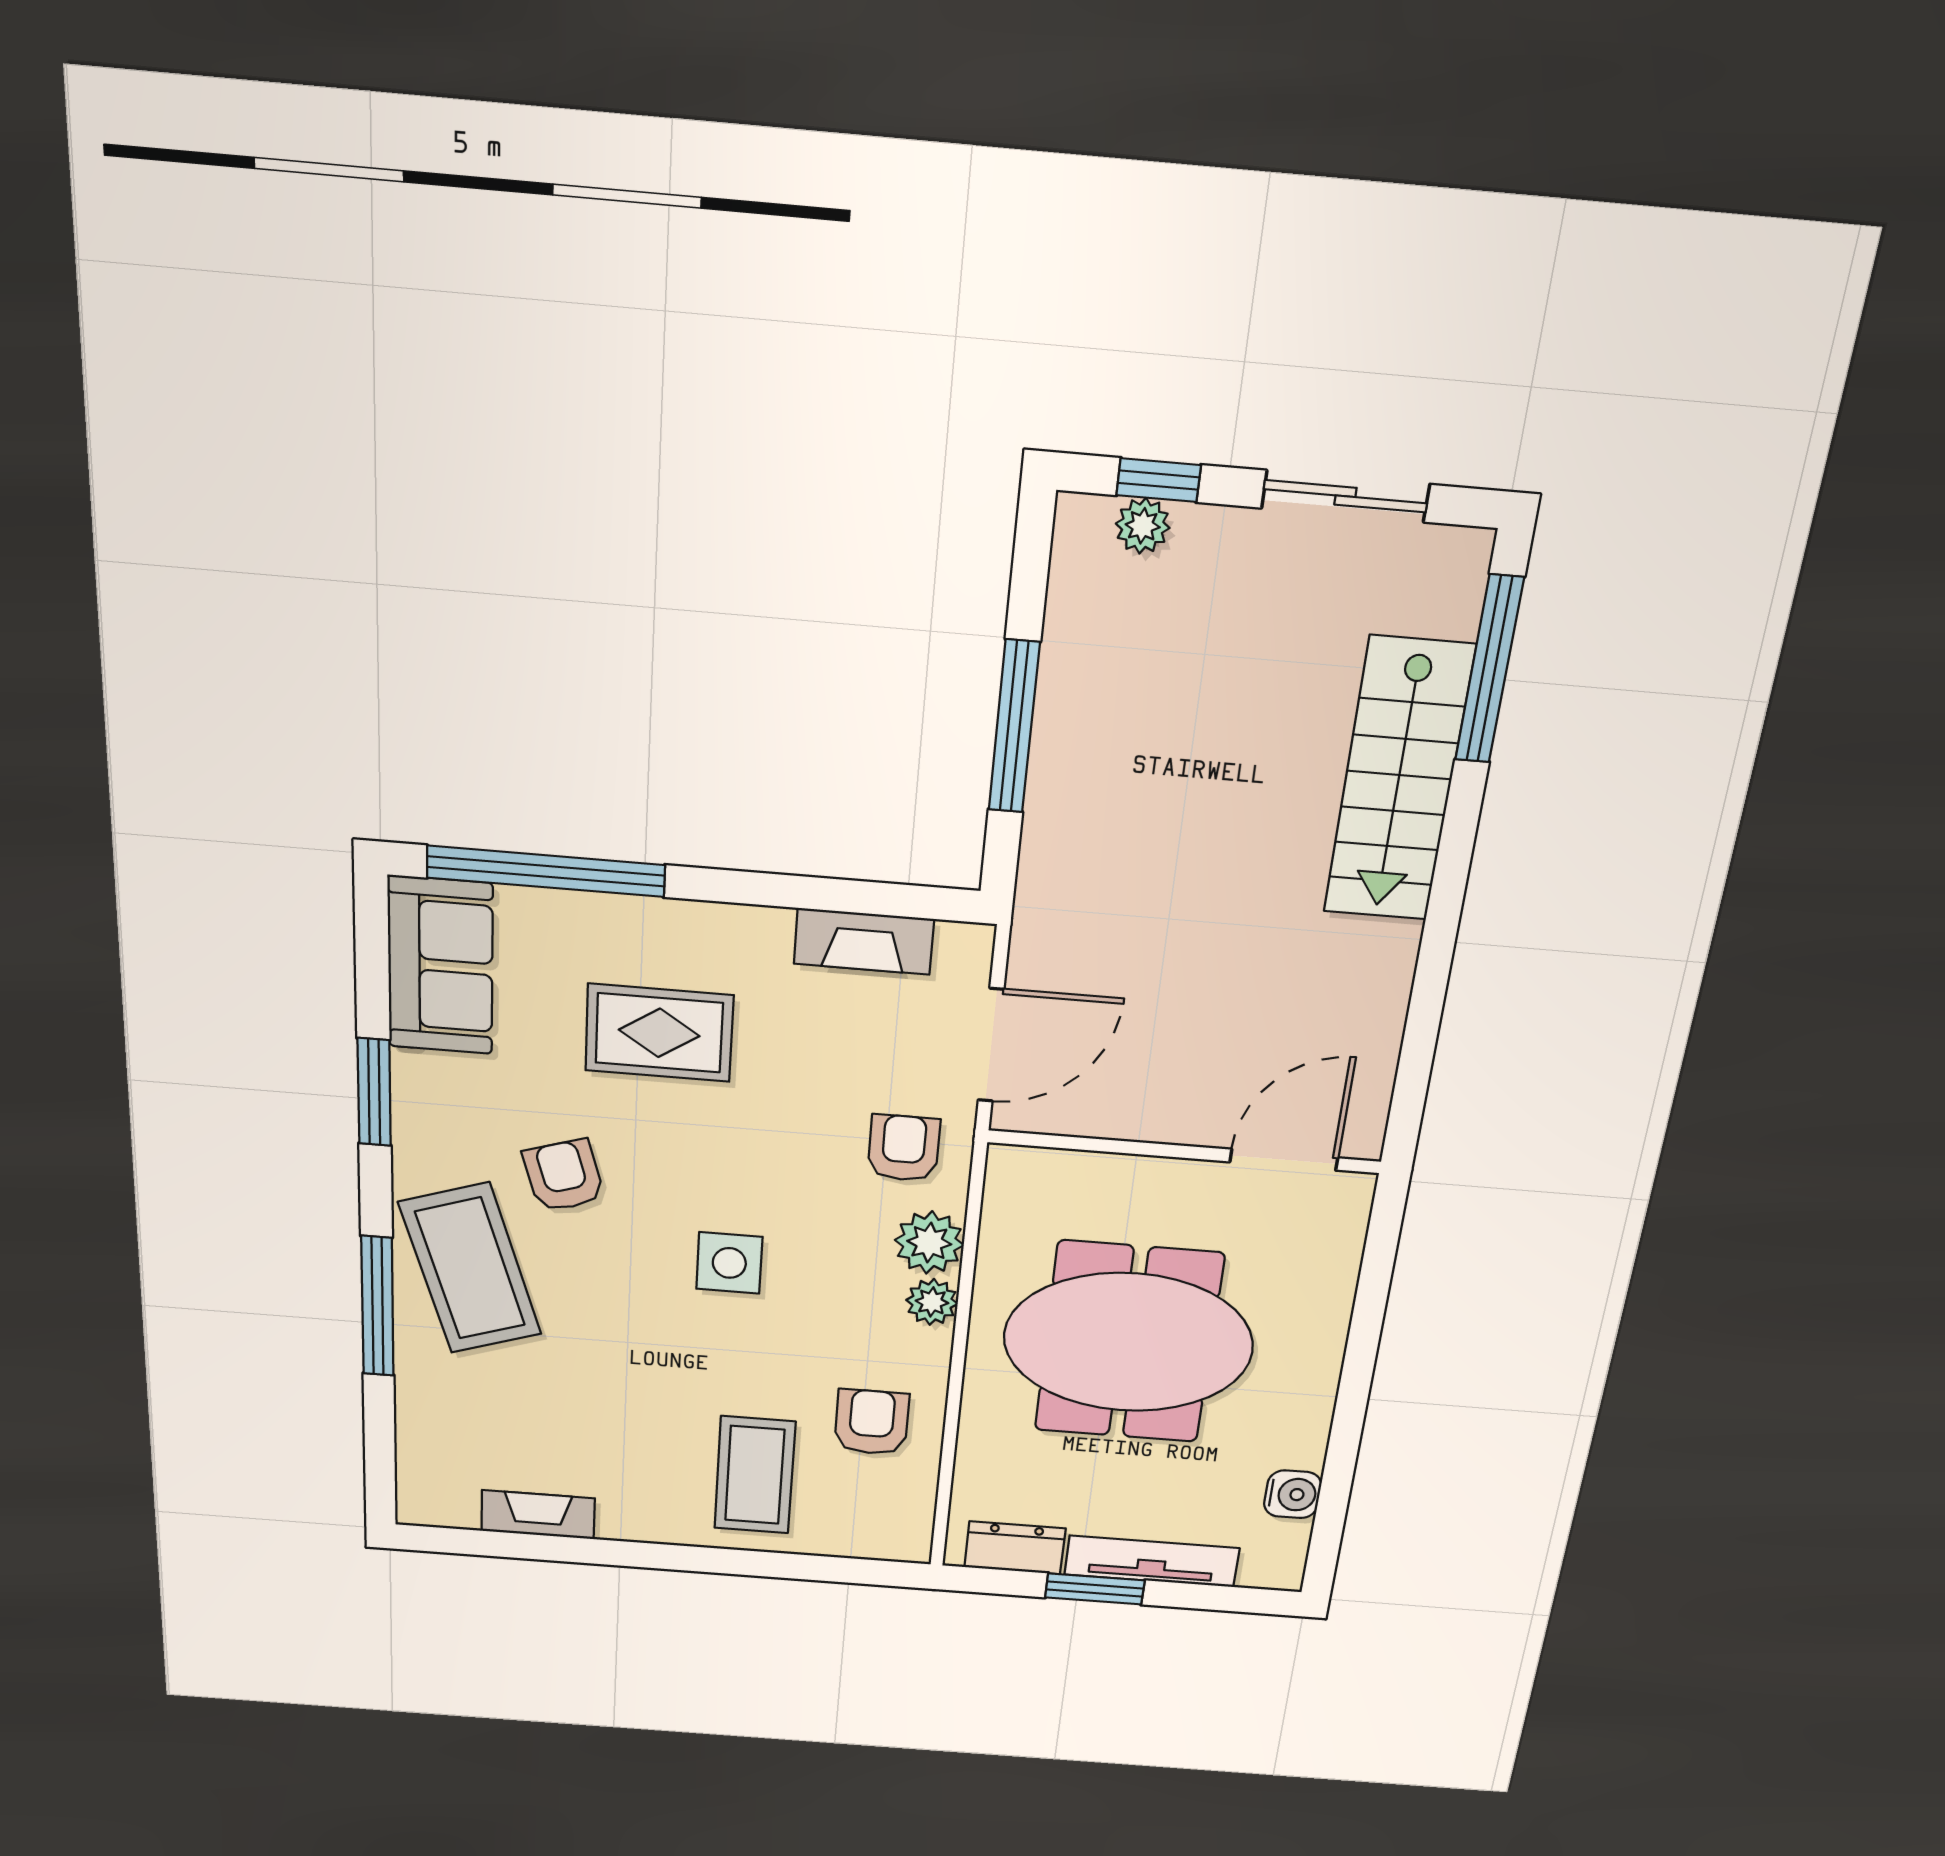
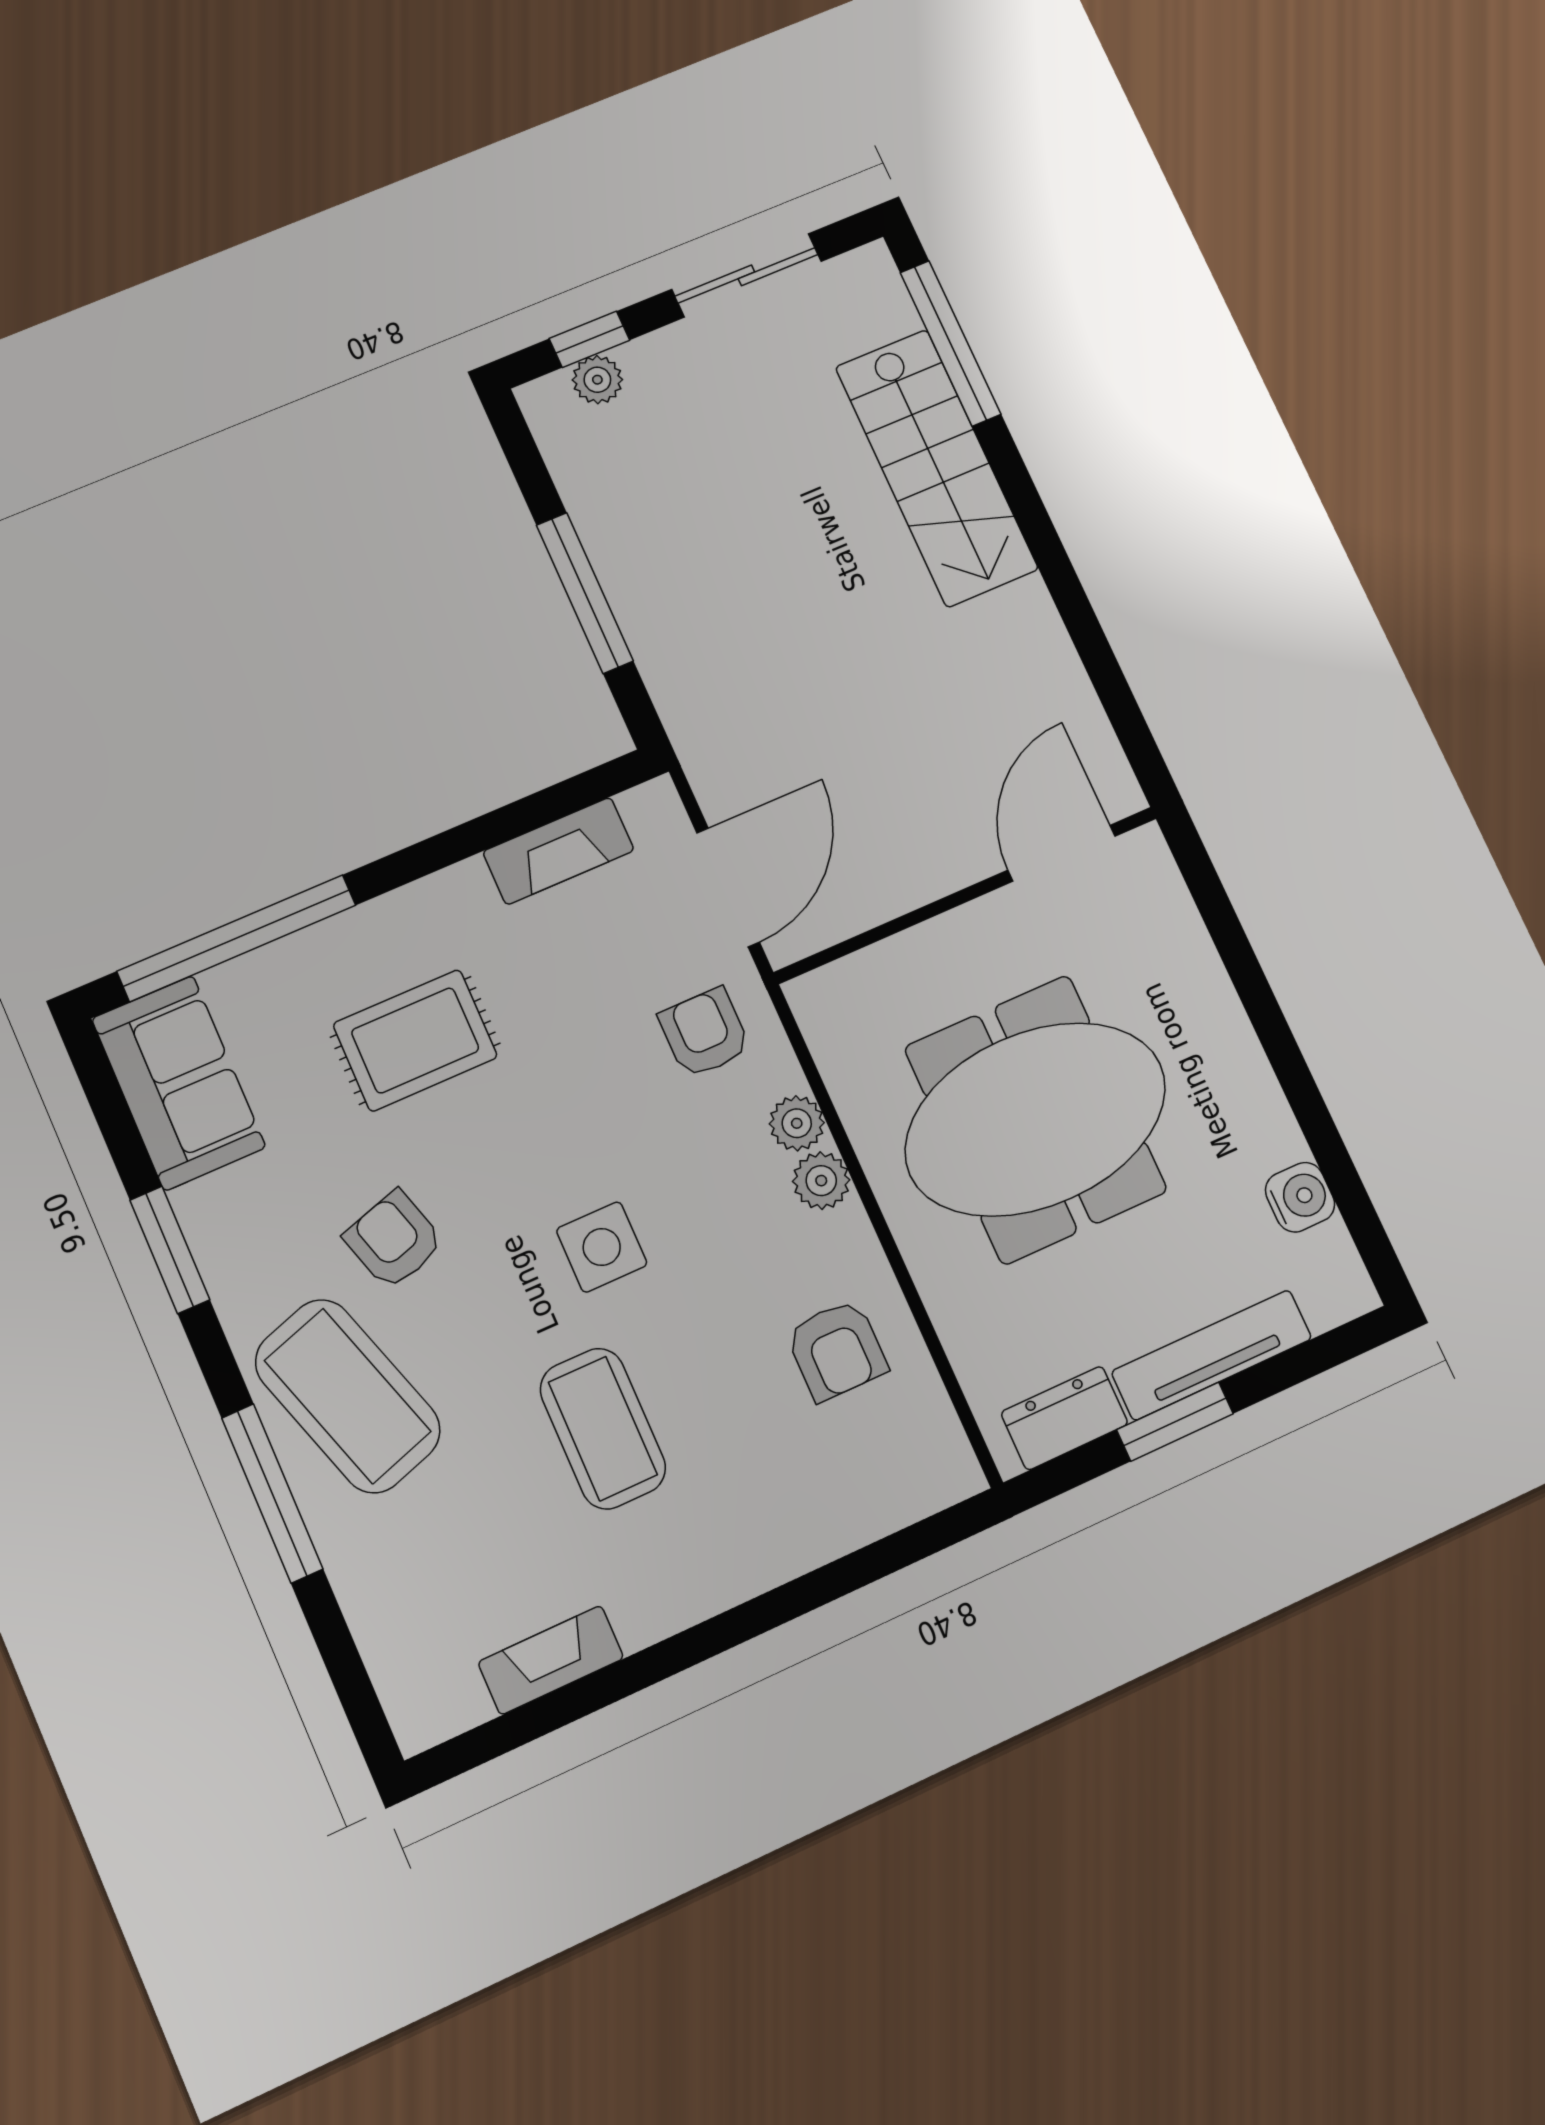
plant: (929, 1243) -> (797, 1123), width x0.73, depth x0.73
armchair: (872, 1422) -> (837, 1350), turned 180
coffee table: (755, 1475) -> (603, 1429), moved

